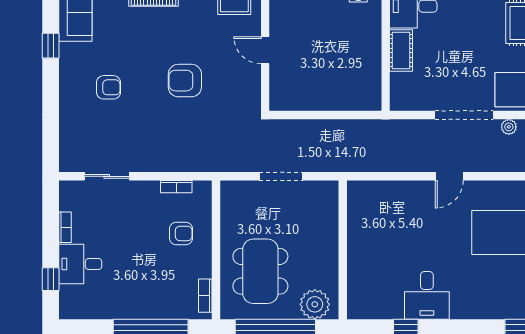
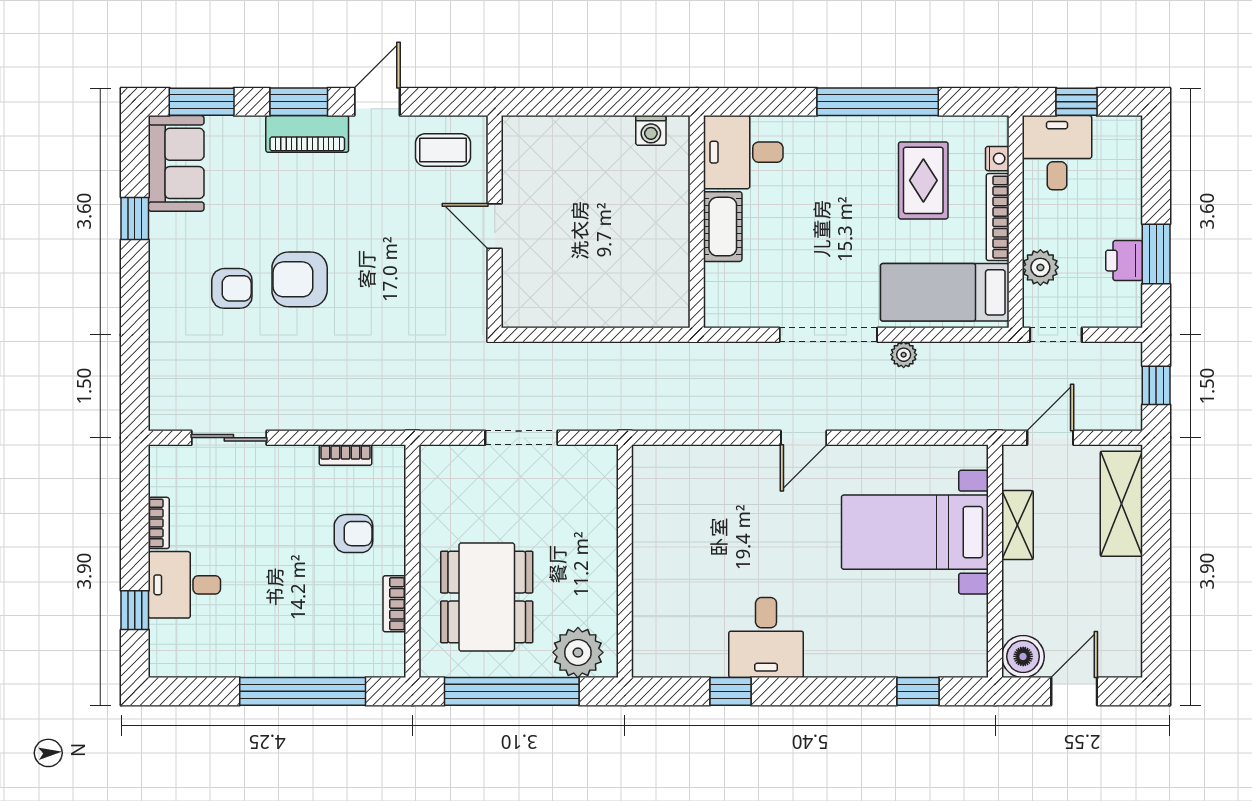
armchair: (185, 81) -> (300, 279), moved
bookcase: (205, 296) -> (394, 604), moved

